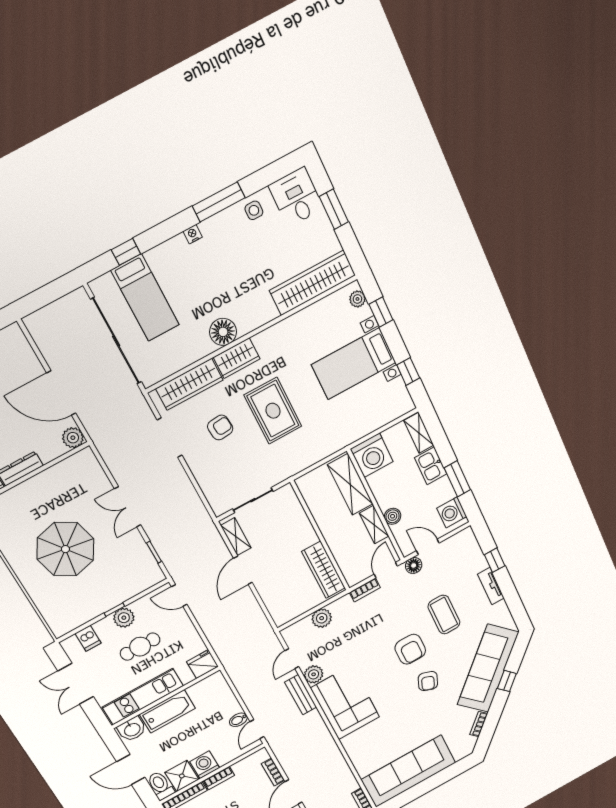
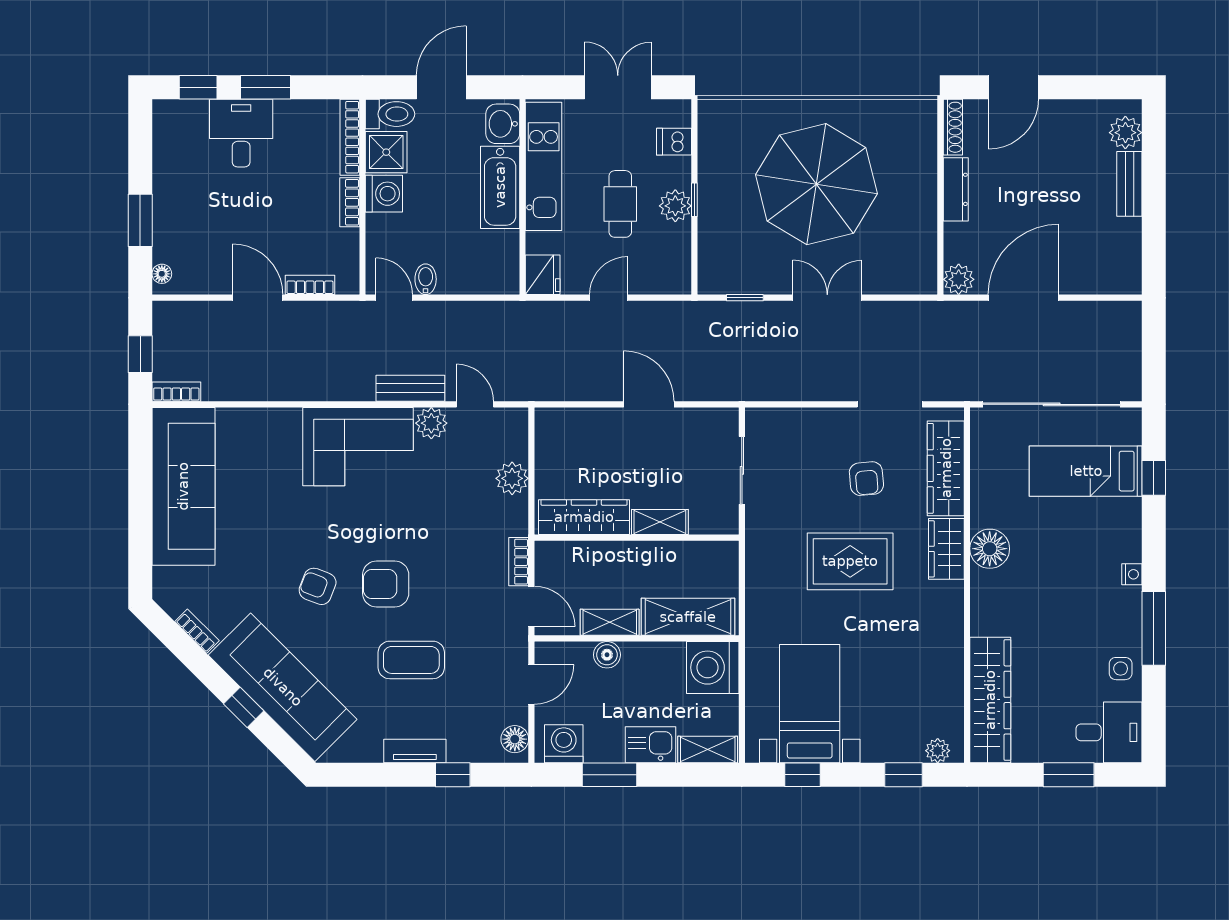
bed with nightstands: (354, 364) -> (810, 704), moved
shelving: (236, 537) -> (660, 522), moved
parasol: (65, 549) -> (816, 184), width x1.36, depth x1.36
floor lamp: (414, 565) -> (515, 739), moved
door: (179, 596) -> (609, 298), moved

